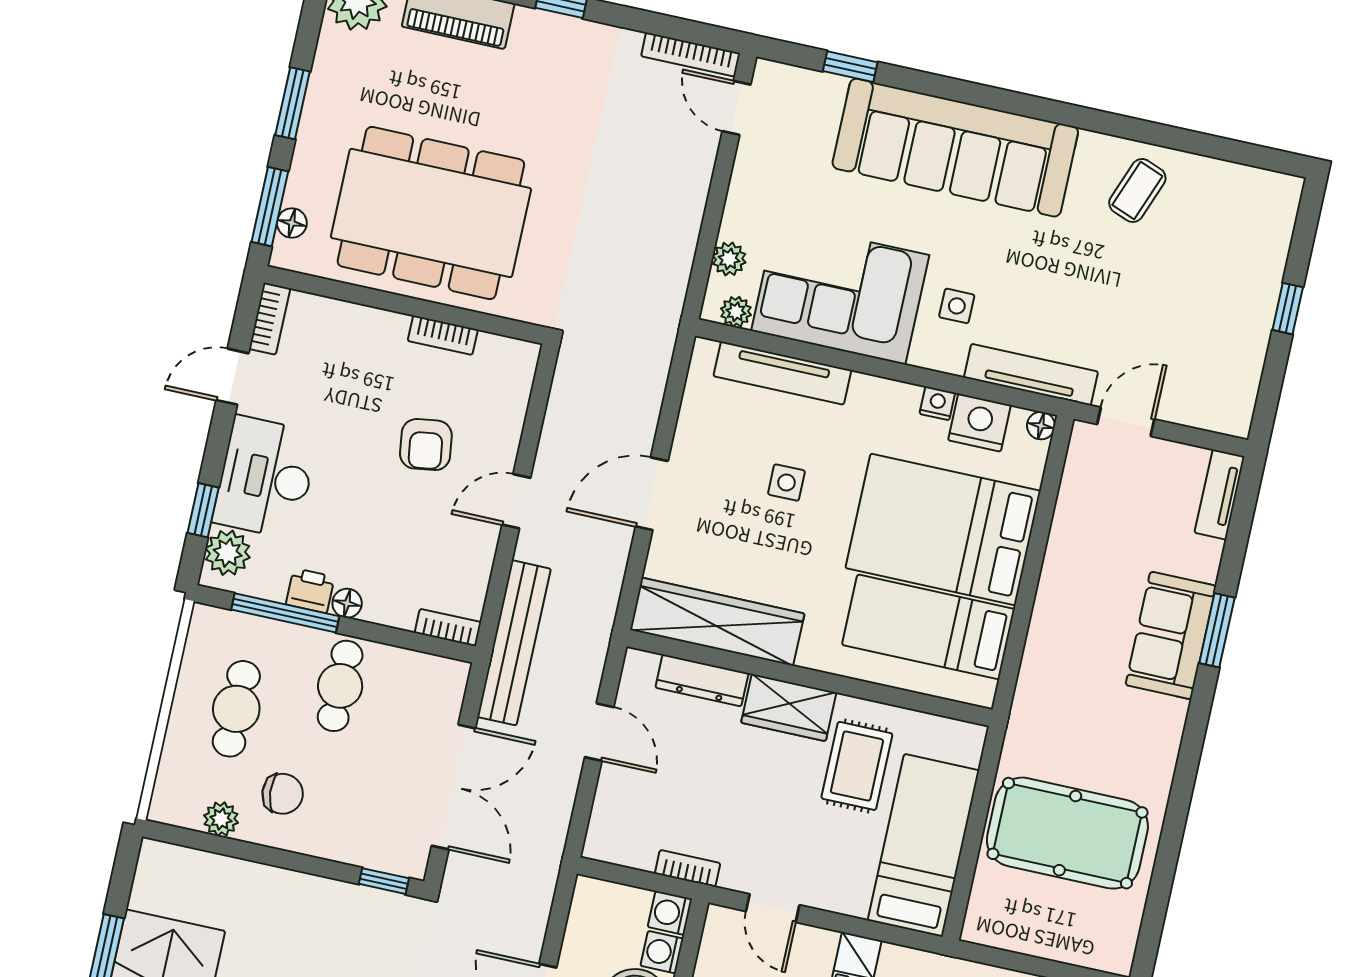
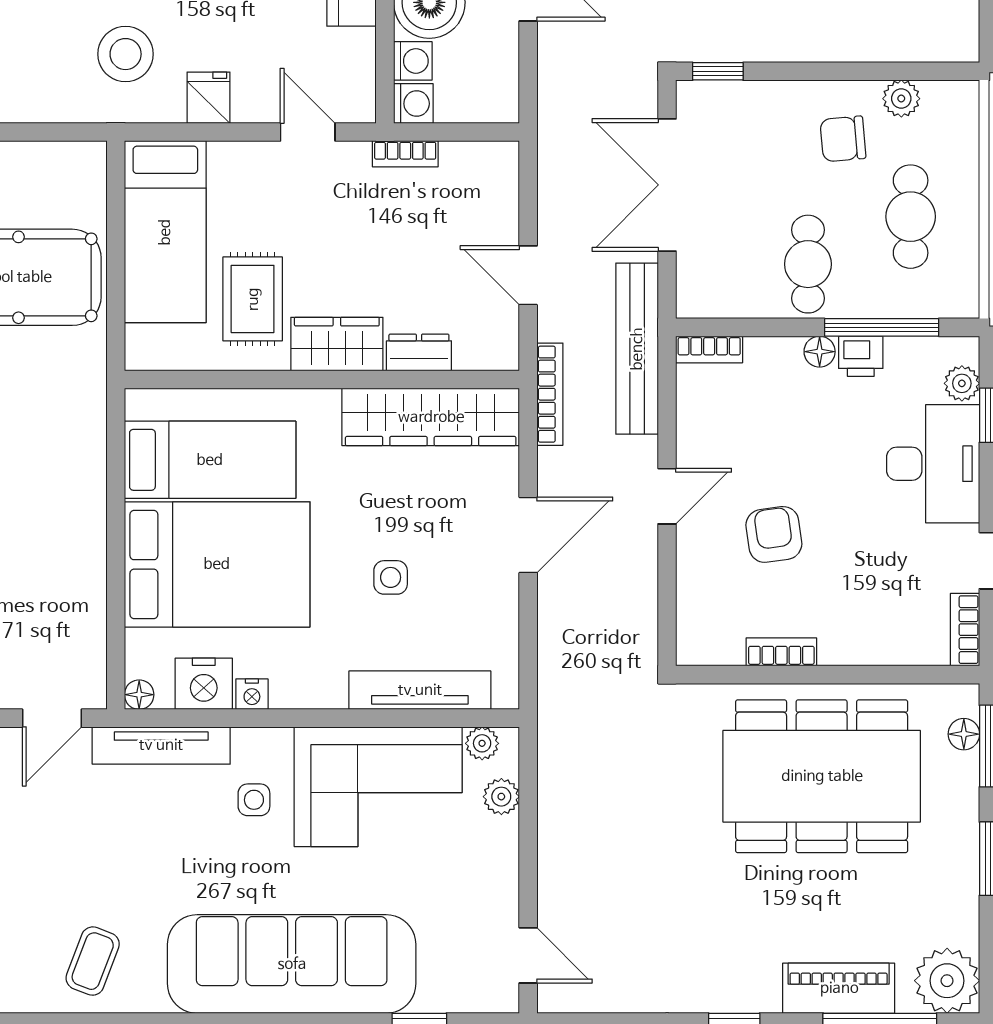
bookcase: (691, 55) -> (550, 394), moved, turned 90
plant: (228, 553) -> (962, 383), width x0.73, depth x0.73
dresser: (702, 680) -> (419, 352), width x0.70

